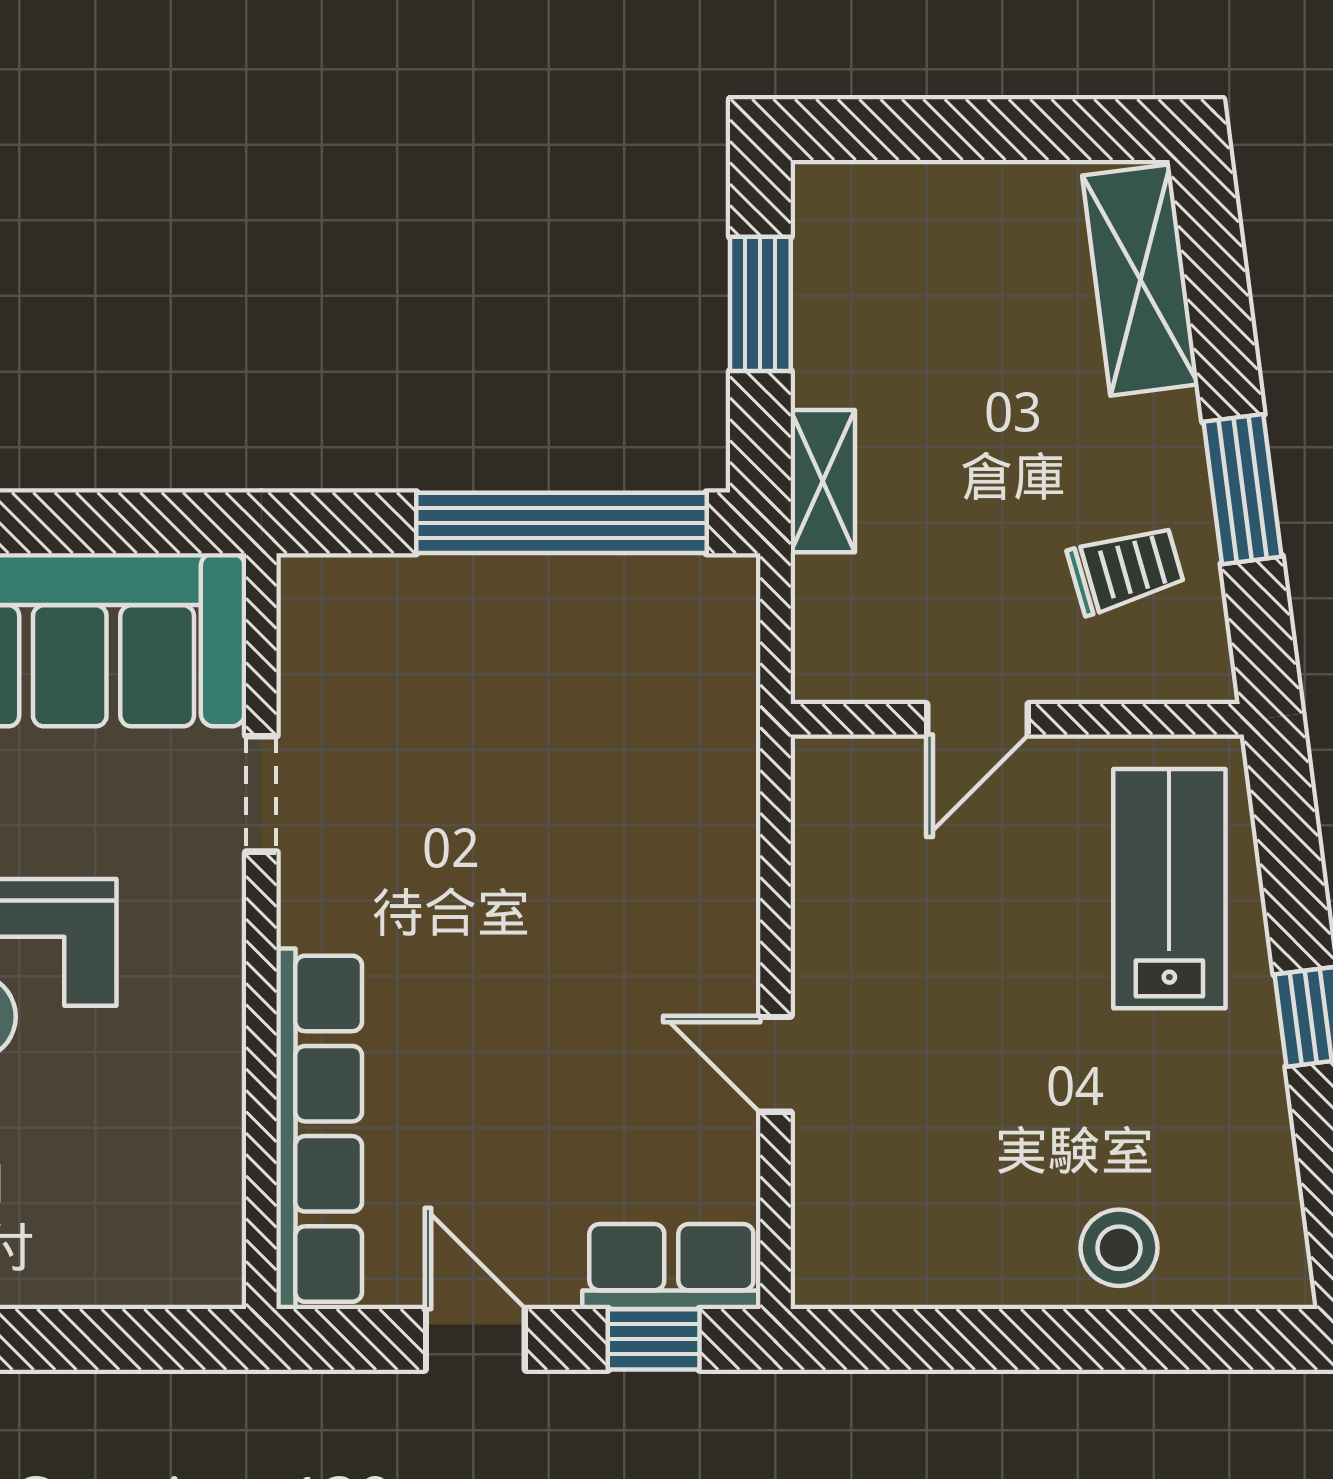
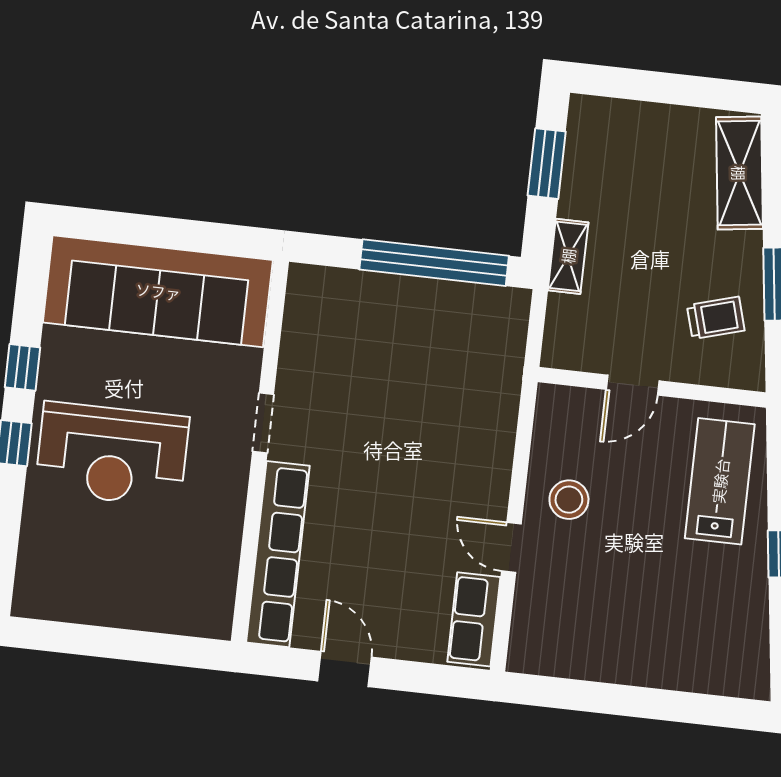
doorway: (261, 794) -> (263, 423), moved
stool: (1119, 1248) -> (569, 500), moved
row of seats: (671, 1267) -> (474, 619), moved, turned -90
window: (654, 1339) -> (434, 679), removed

